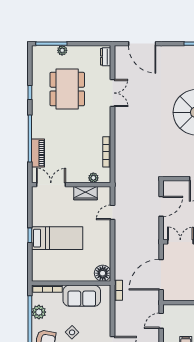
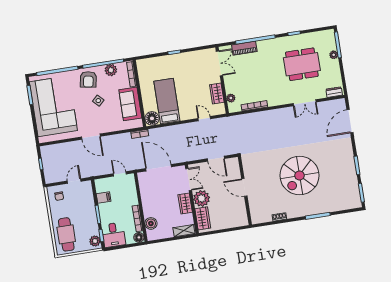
bed: (57, 238) -> (167, 101), moved, turned 180

